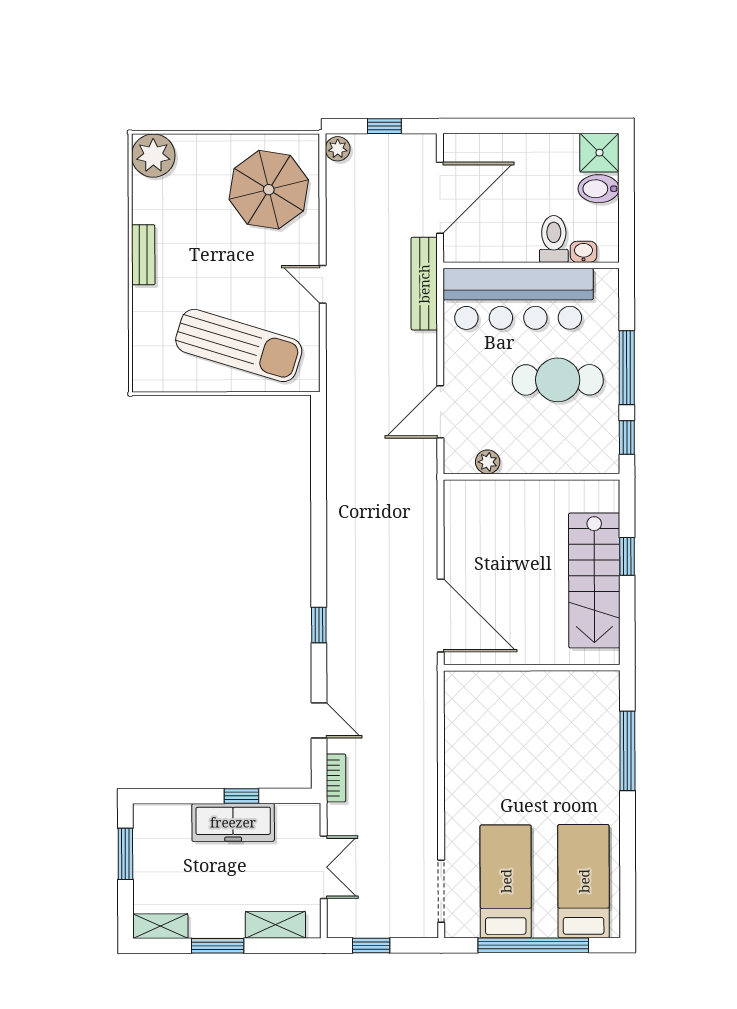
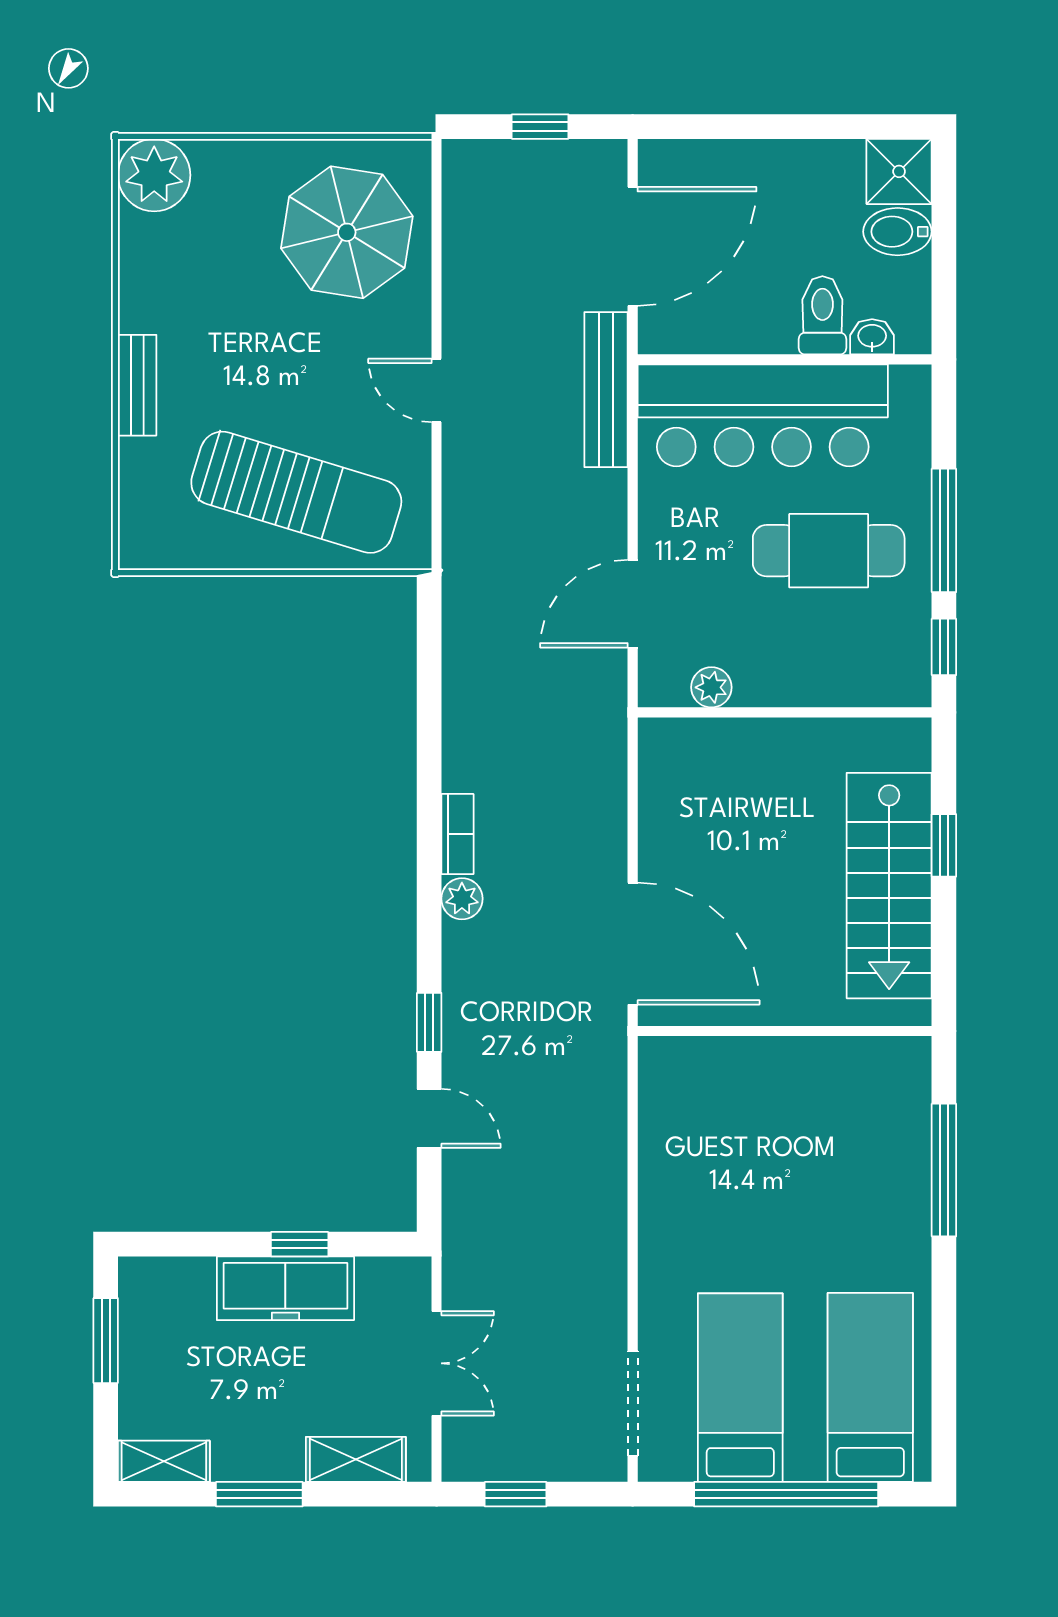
plant: (338, 149) -> (462, 899), moved
bench: (143, 255) -> (137, 385), moved
window: (319, 625) -> (429, 1022), moved
bookcase: (336, 778) -> (458, 834), moved

